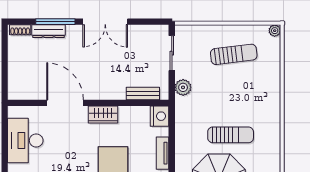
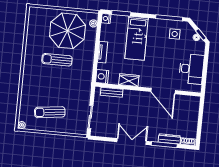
plant: (183, 87) -> (85, 94), removed
wardrobe: (103, 115) -> (129, 80), moved

